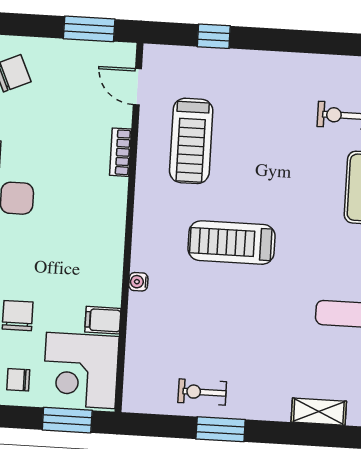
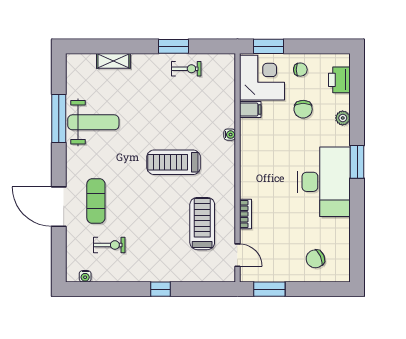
window: (214, 36) -> (161, 289), moved
treadmill: (232, 243) -> (174, 162), turned 180

